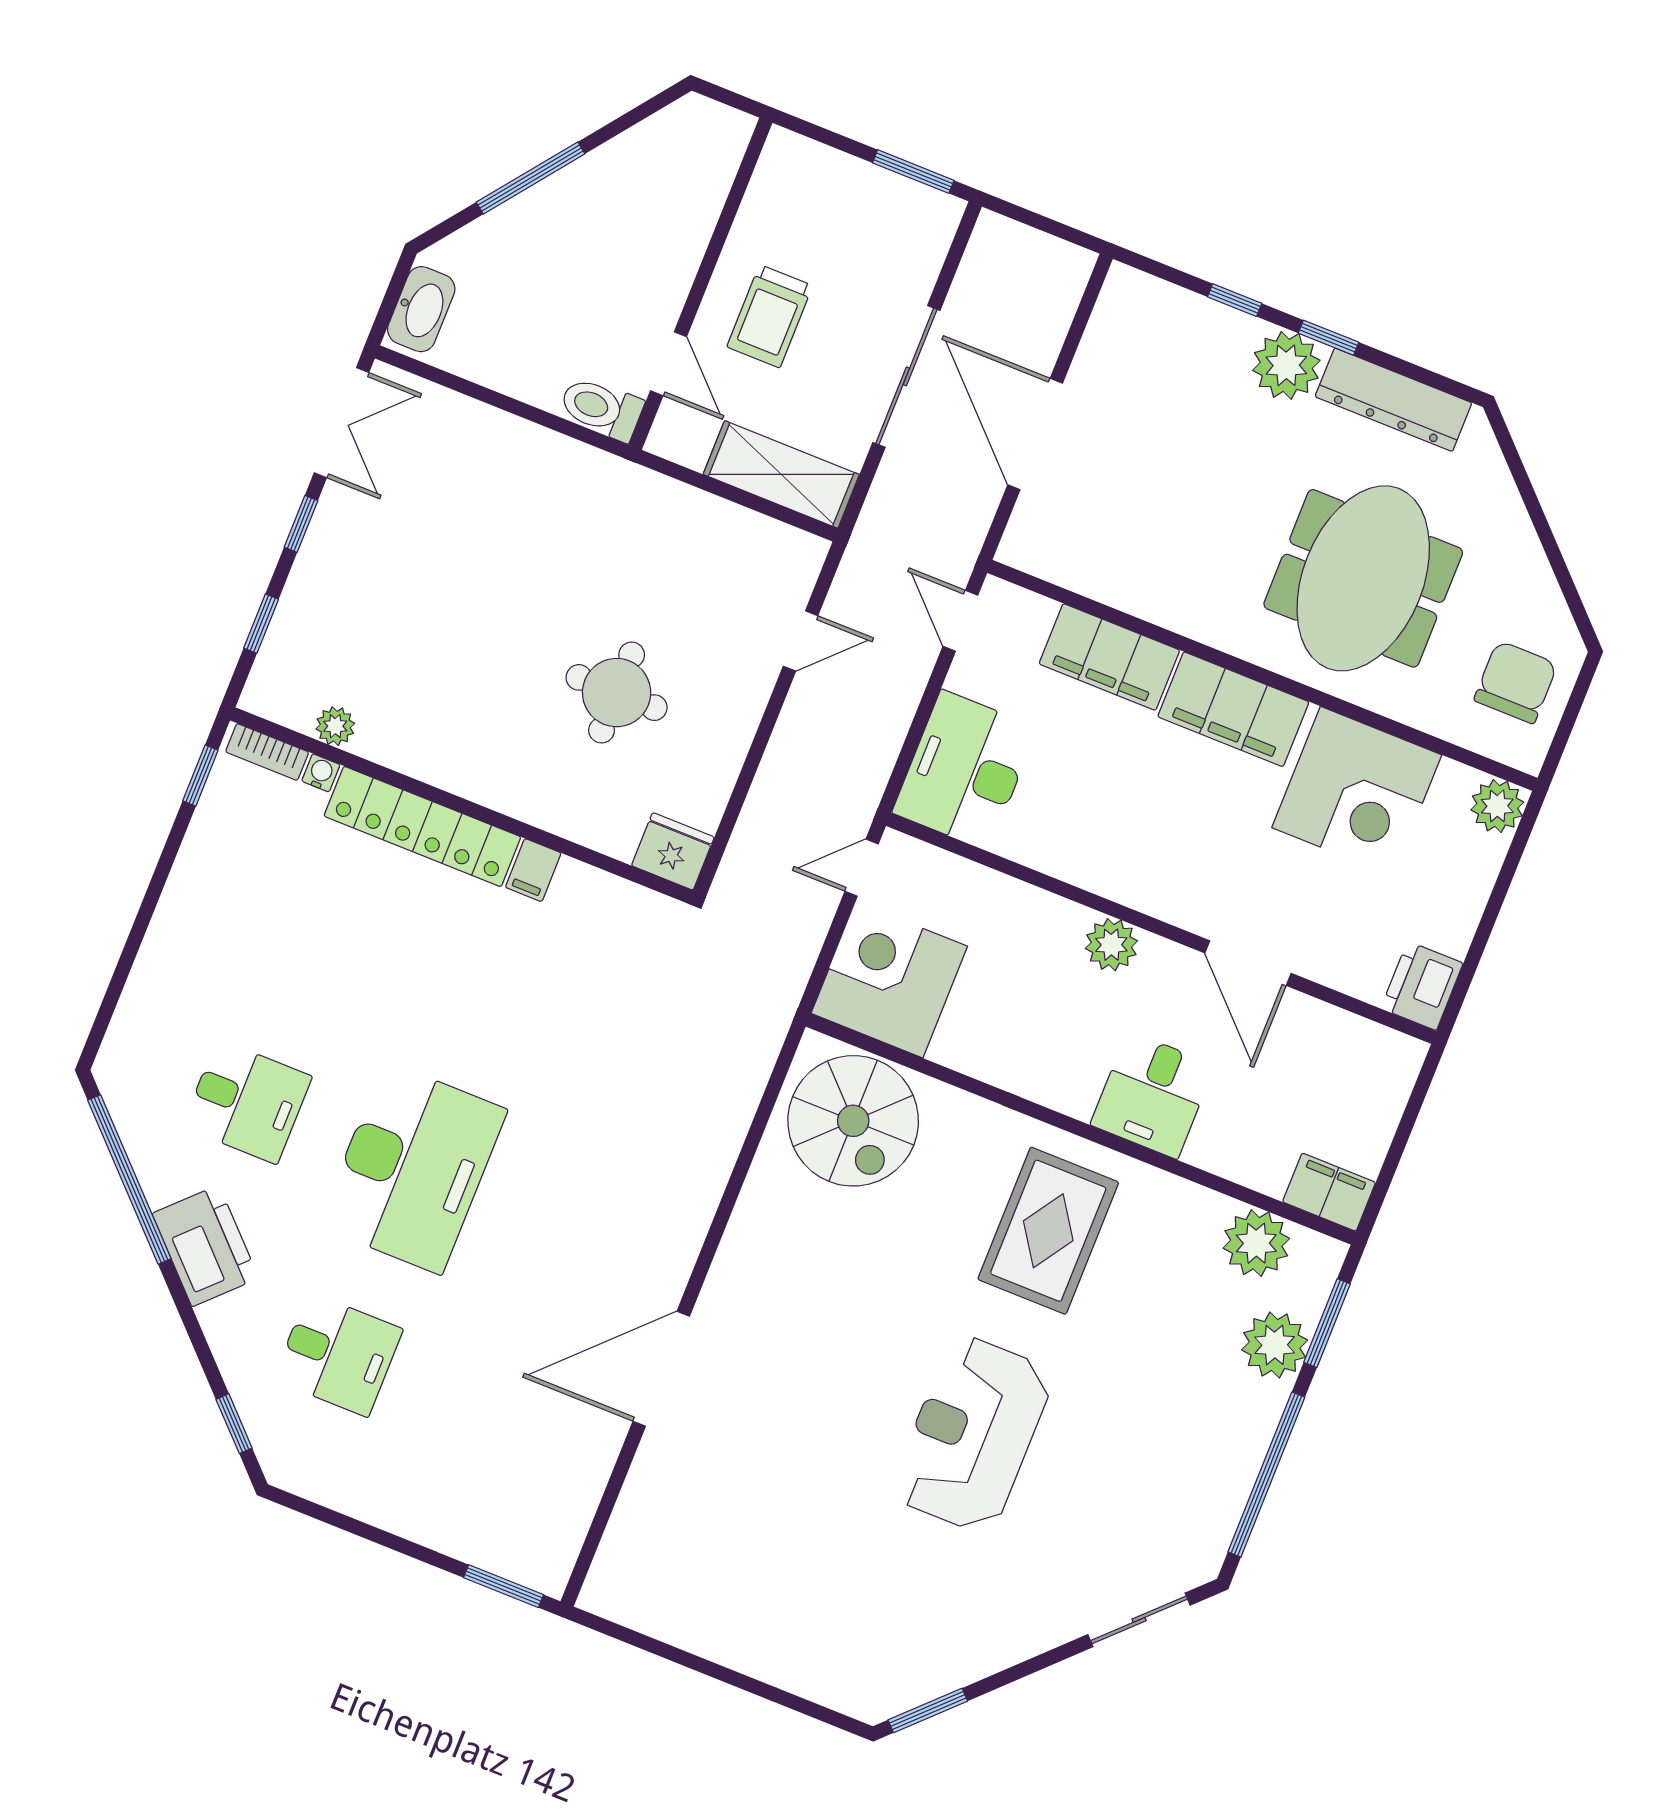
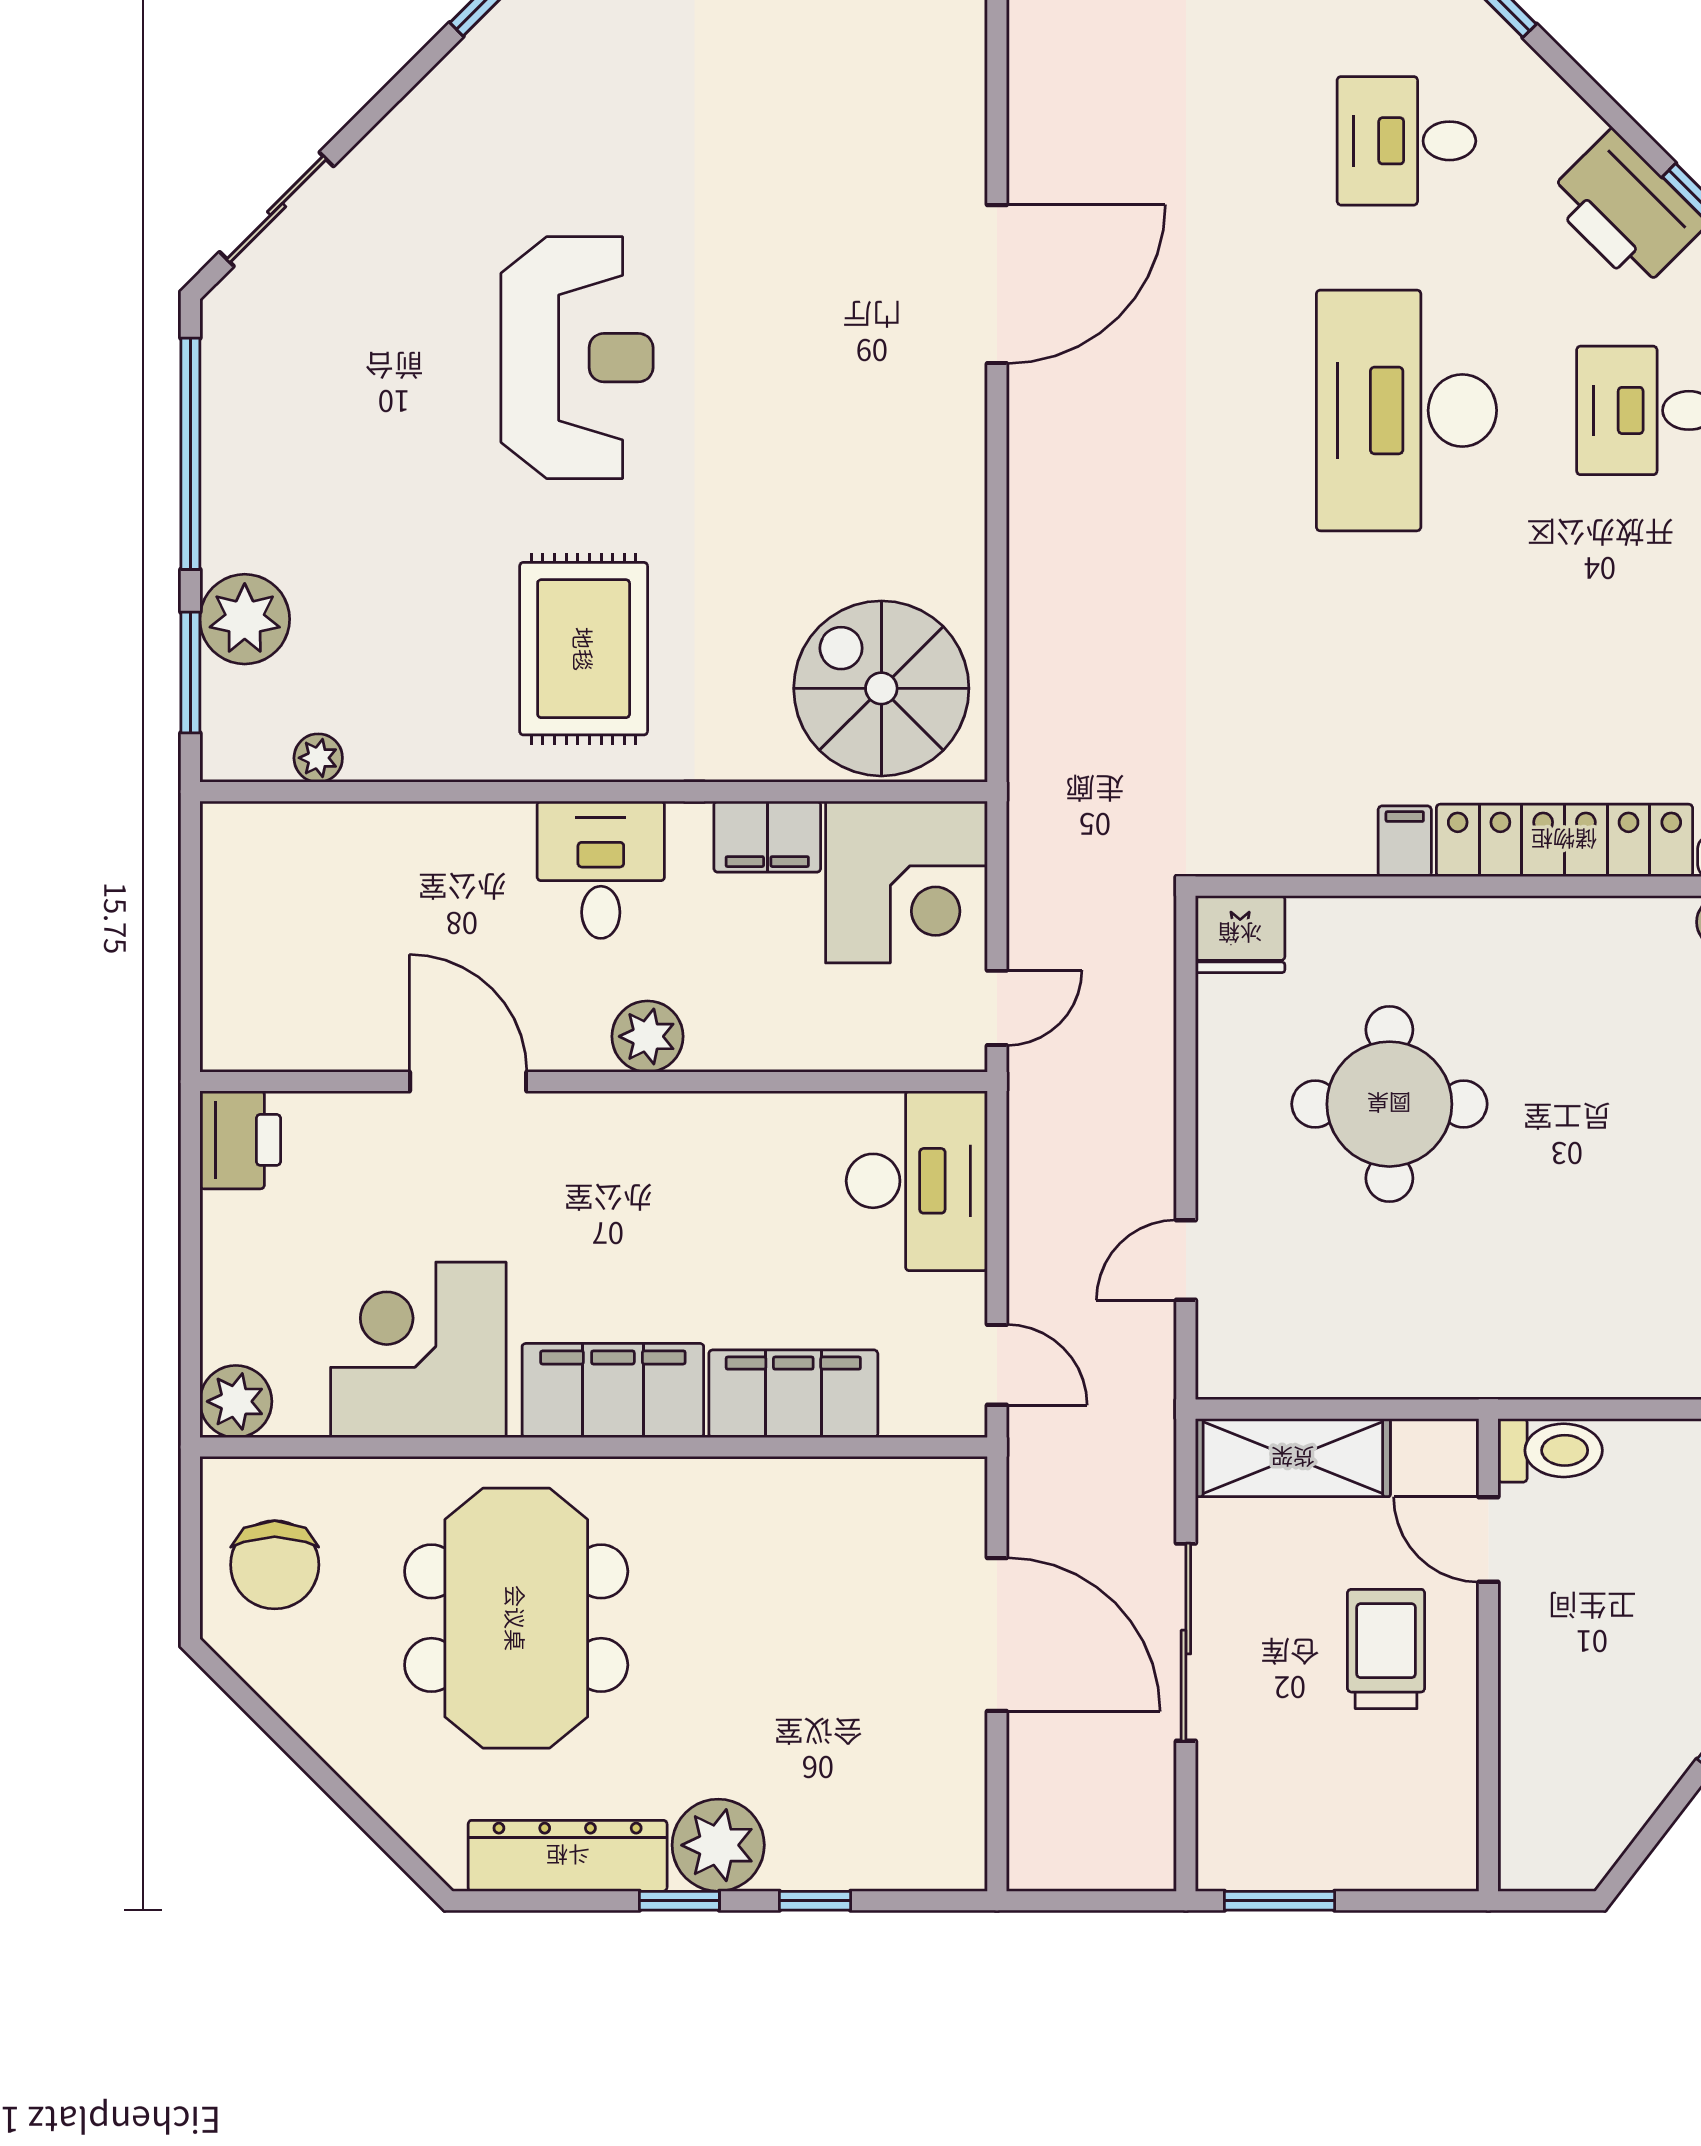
round table: (617, 693) -> (1389, 1104), width x1.36, depth x1.36
desk: (1153, 1095) -> (601, 870), moved
filing cabinet: (1329, 1192) -> (767, 837), moved
plant: (1256, 1243) -> (318, 758), width x0.53, depth x0.53

